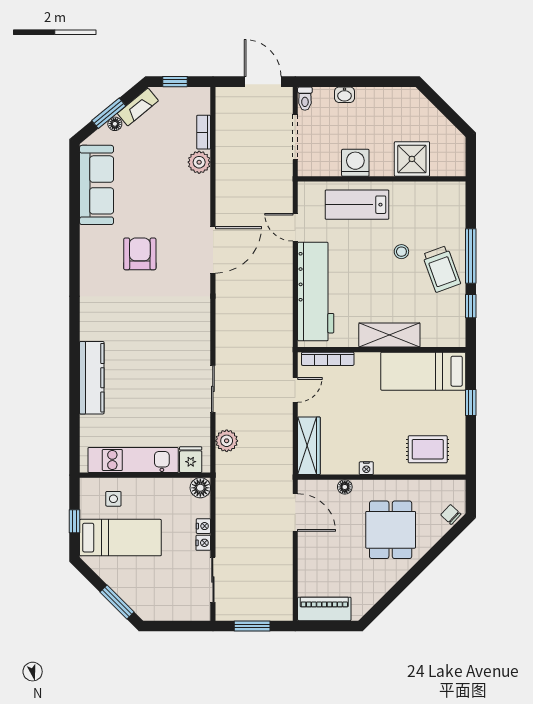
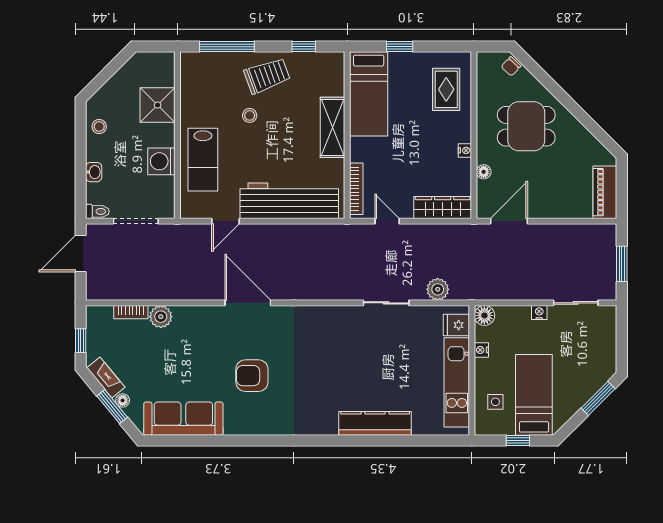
stool: (390, 100) -> (99, 127), added
window: (471, 256) -> (227, 47), moved
nightstand: (203, 526) -> (481, 350), moved, turned -90

